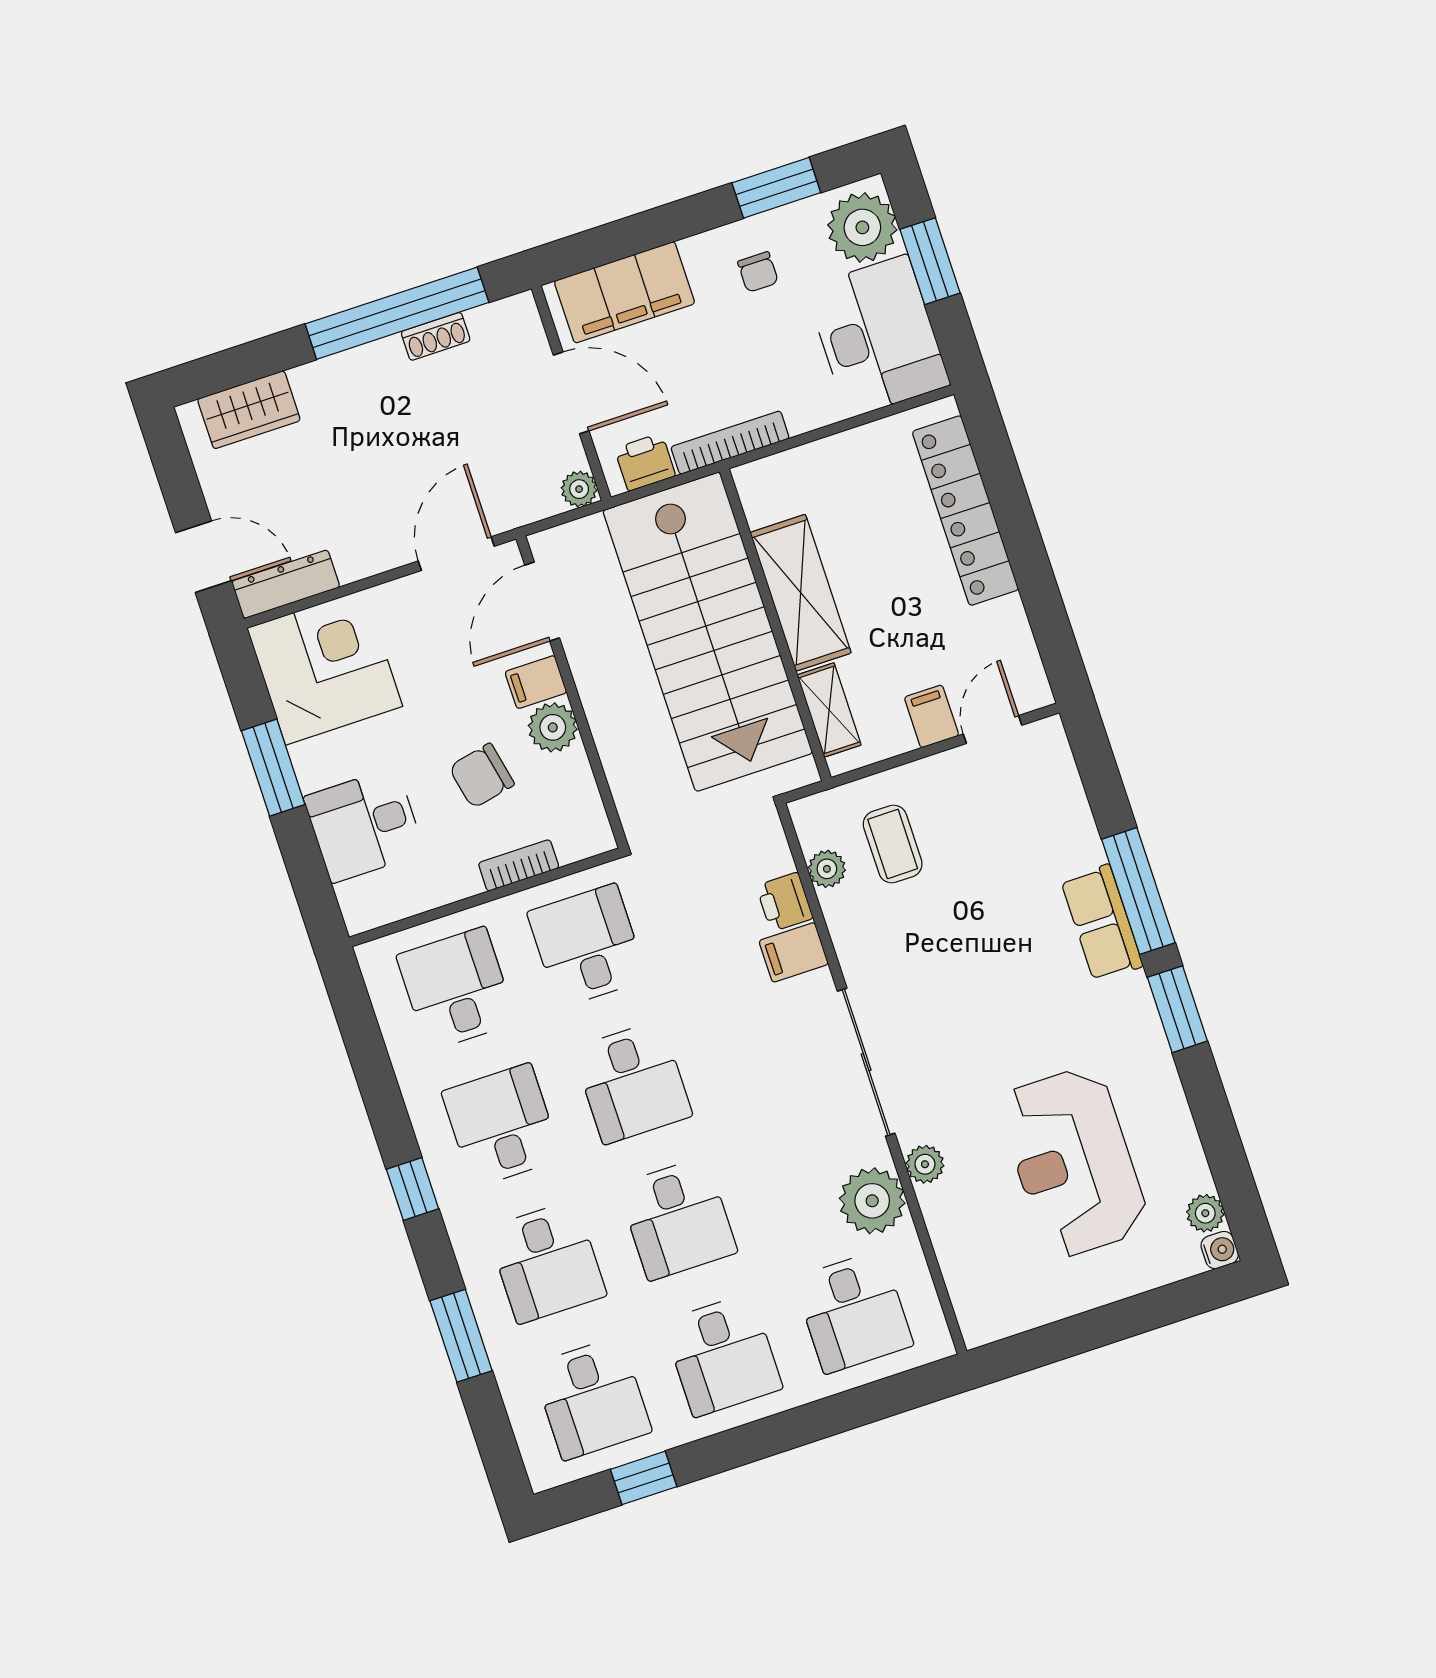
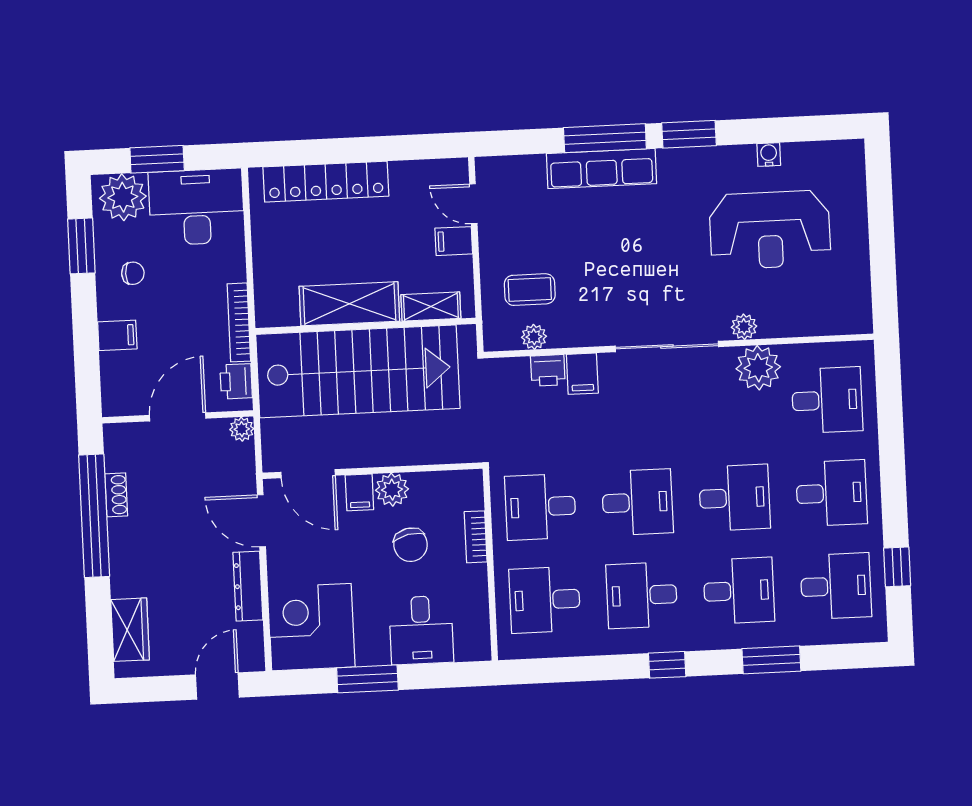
filing cabinet: (624, 292) -> (117, 335), width x0.33, depth x0.86
dresser: (286, 584) -> (248, 586), moved
row of seats: (1102, 923) -> (602, 169), width x1.48
plant: (1205, 1213) -> (827, 153), removed
water cooler: (1220, 1250) -> (769, 154), moved

